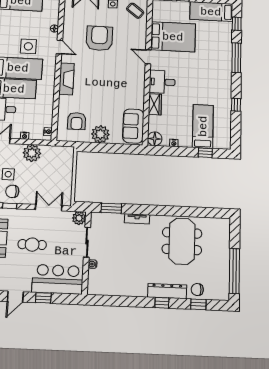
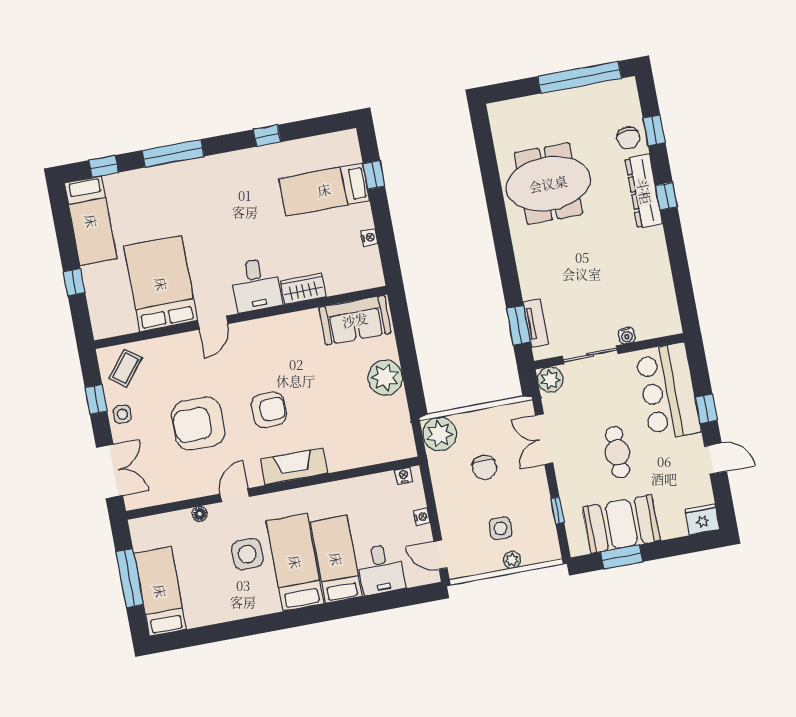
armchair: (77, 121) -> (269, 410), moved
floor lamp: (155, 139) -> (370, 275), removed
plant: (32, 153) -> (440, 434), moved
chair: (12, 191) -> (485, 467), moved
tv unit: (137, 219) -> (536, 323), moved

